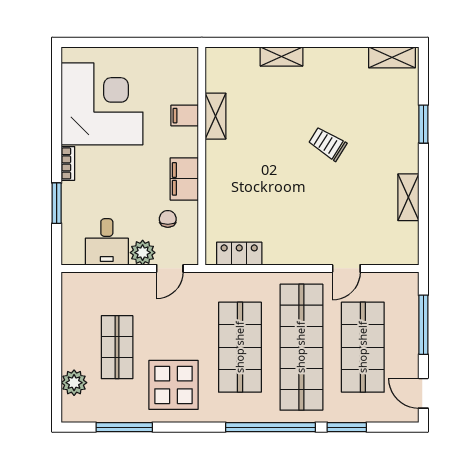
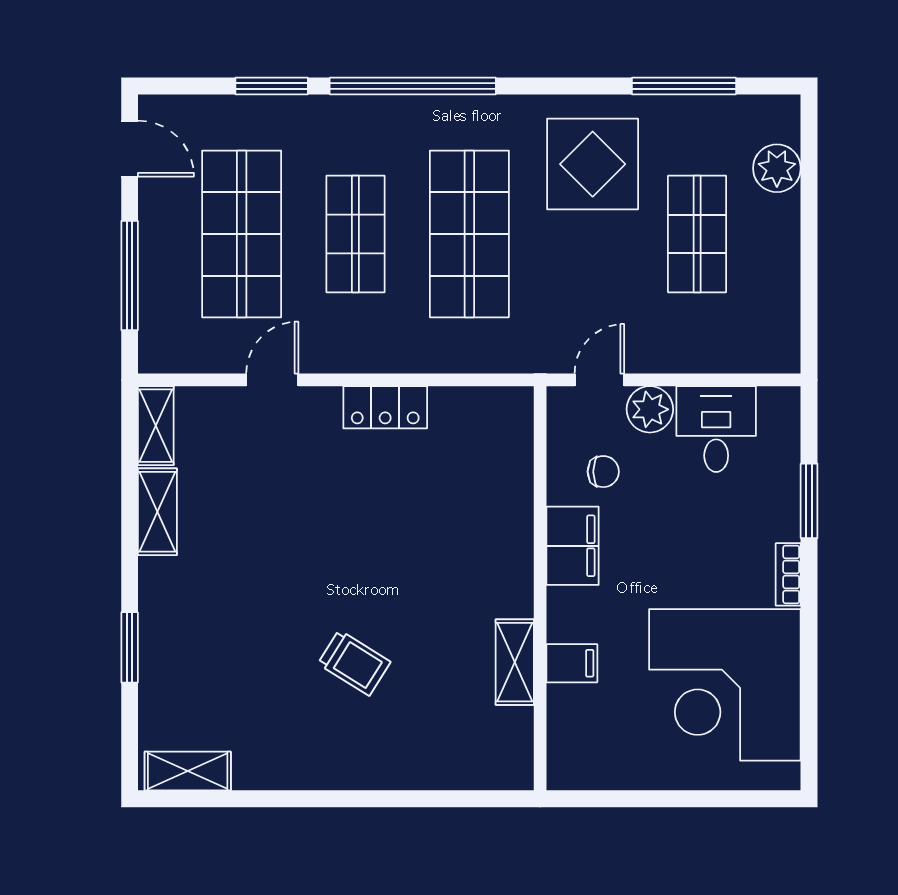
shelving: (282, 56) -> (156, 426), moved, turned 90
trolley: (327, 144) -> (354, 663), moved
chair: (168, 219) -> (603, 472), turned -90
locker: (239, 254) -> (385, 407), moved
shop shelf: (301, 347) -> (355, 234), width x0.50, depth x0.74

